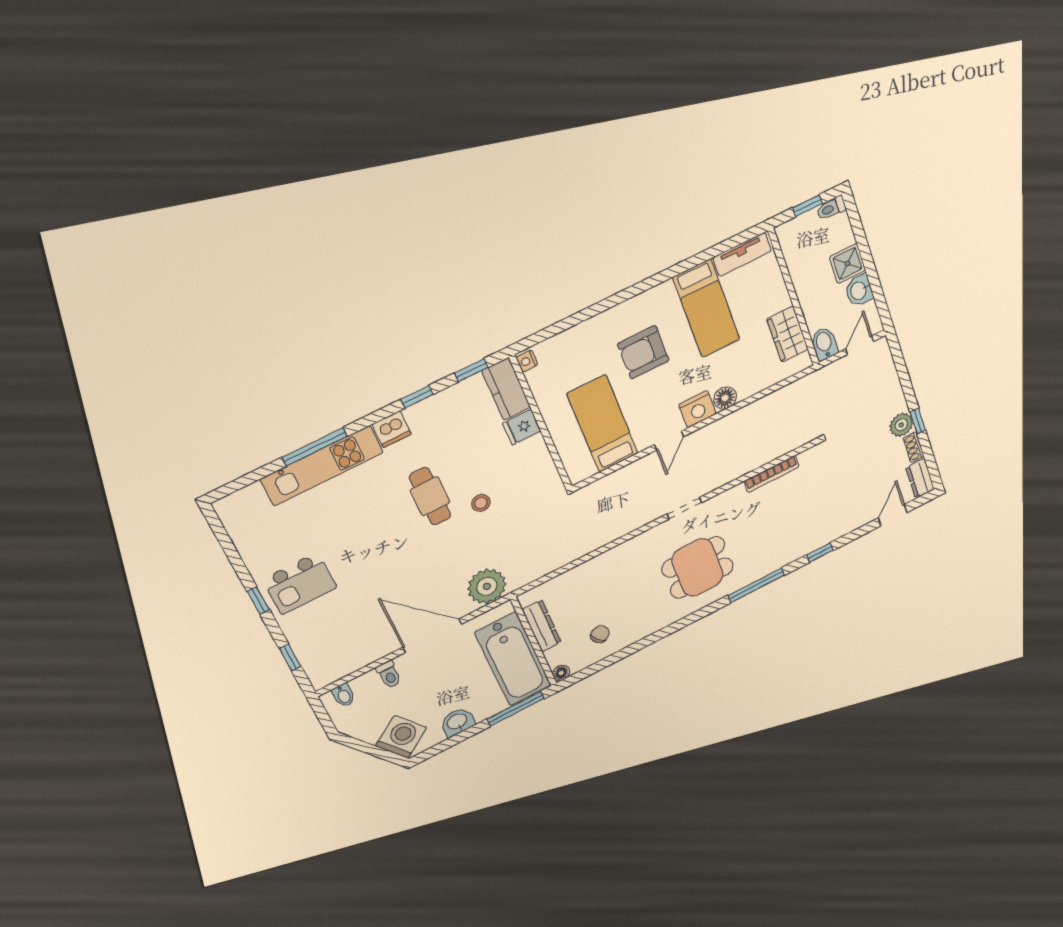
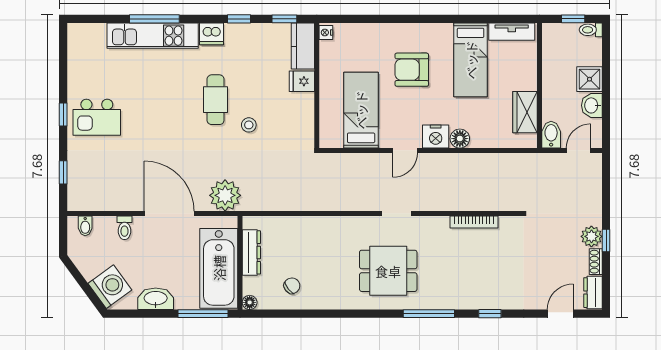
washbasin: (457, 722) -> (156, 299), width x1.38

